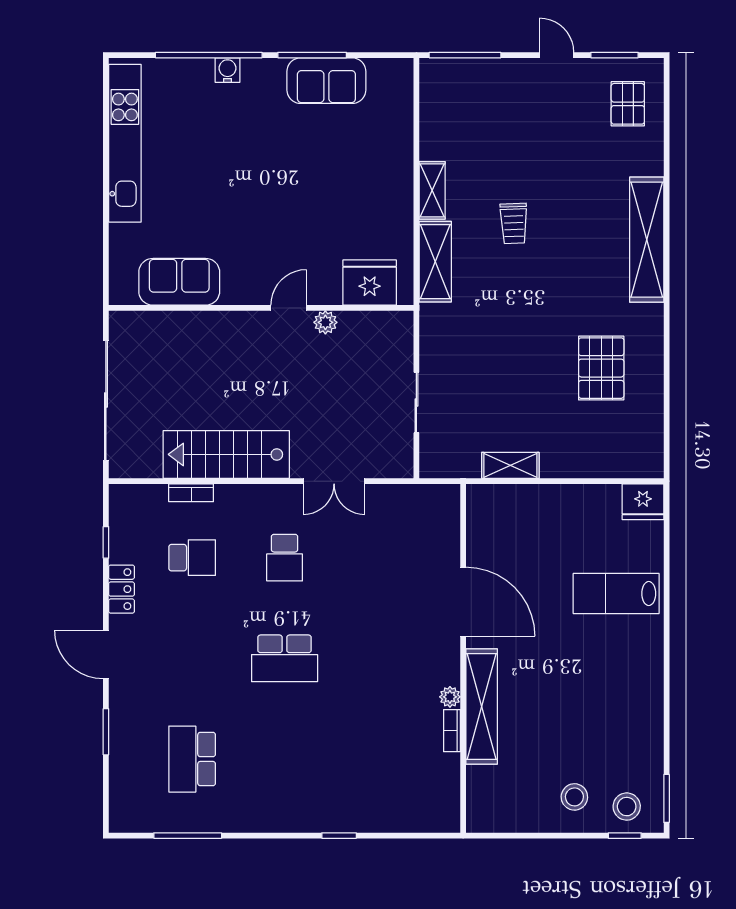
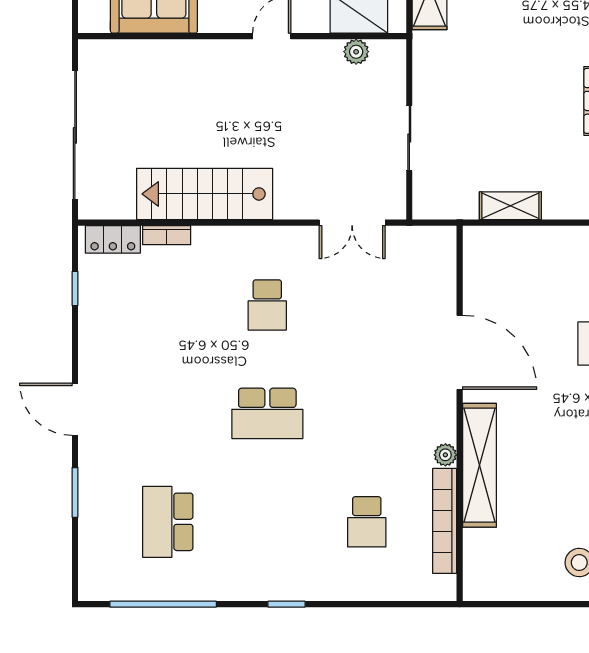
plant: (325, 322) -> (356, 52), moved
double door: (334, 481) -> (352, 223), moved
school desk: (192, 558) -> (367, 522), moved, turned 90
locker: (122, 589) -> (113, 239), moved, turned 90
bookcase: (452, 731) -> (445, 521), width x2.31, depth x1.31
window: (188, 836) -> (163, 604), width x1.46
window: (339, 836) -> (286, 604), moved

